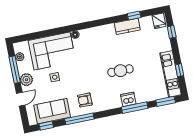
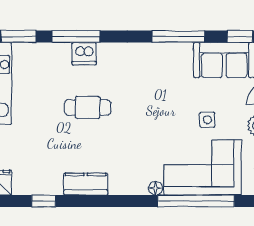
kitchen counter: (127, 26) -> (86, 184), moved
window: (52, 32) -> (196, 201), added
armchair: (85, 100) -> (162, 68), removed

